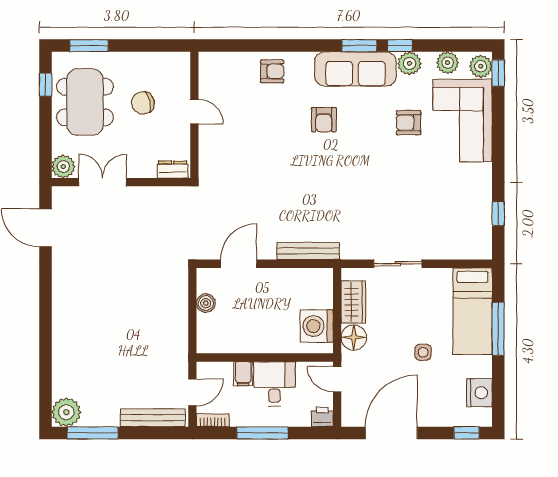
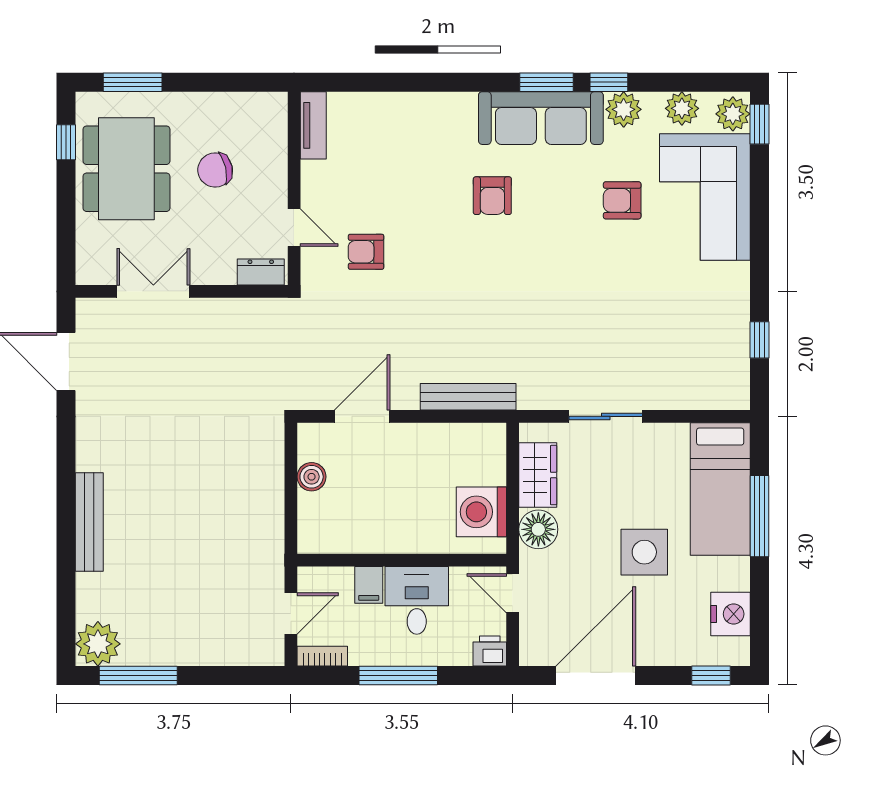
armchair: (272, 71) -> (366, 252), moved, turned 180
tv unit: (207, 74) -> (313, 125), added
door: (194, 112) -> (294, 228), moved
plant: (63, 166) -> (93, 267), removed
side table: (423, 352) -> (644, 552), width x1.87, depth x1.87
bench: (153, 418) -> (89, 522), moved, turned 90

